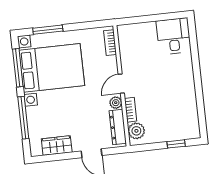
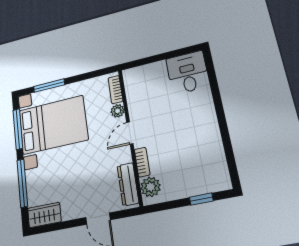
plant: (116, 103) -> (118, 111), moved
wardrobe: (57, 145) -> (44, 215), moved

